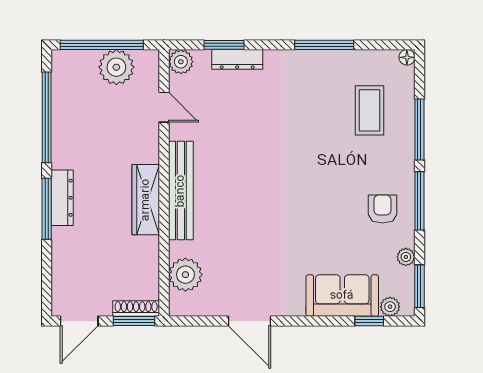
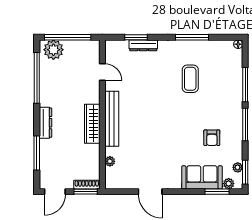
plant: (181, 62) -> (112, 47), removed
plant: (116, 67) -> (53, 50), moved
coffee table: (369, 110) -> (190, 79), moved
window: (47, 209) -> (37, 153), moved
armchair: (382, 209) -> (212, 138), moved, turned 180
plant: (406, 257) -> (238, 167), moved
plant: (185, 275) -> (110, 161), width x0.53, depth x0.53
window: (369, 321) -> (217, 192), width x1.50

